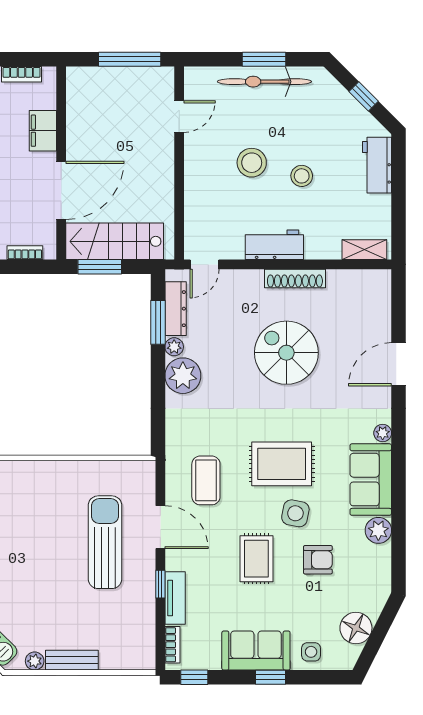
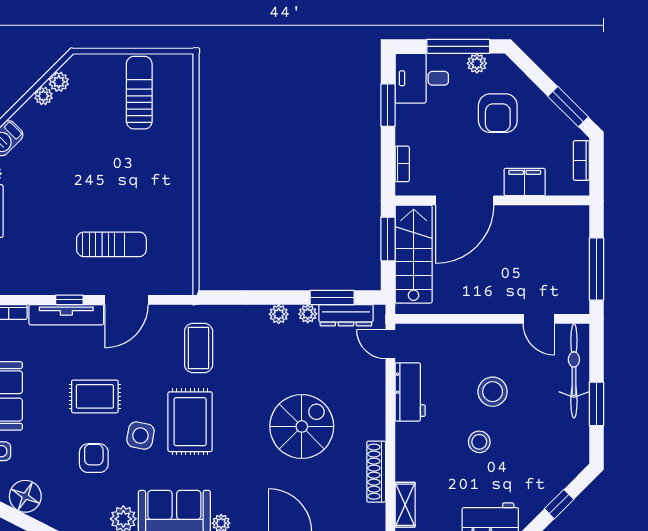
bicycle: (264, 82) -> (574, 371), moved
door: (61, 190) -> (465, 200), hinge flipped
workbench: (274, 245) -> (410, 392), moved
shoe rack: (295, 279) -> (376, 472), moved
plant: (183, 376) -> (279, 314), width x0.53, depth x0.53
coffee table: (206, 480) -> (199, 348), moved, turned 90
sun lounger: (105, 542) -> (111, 244), width x0.73, depth x0.75
armchair: (318, 560) -> (94, 458), turned 180
tv unit: (175, 598) -> (66, 315), width x1.41

